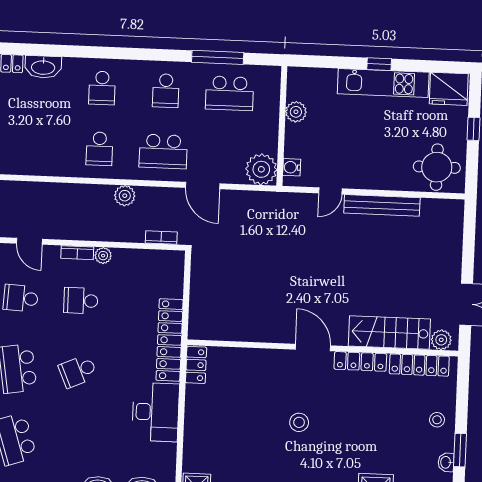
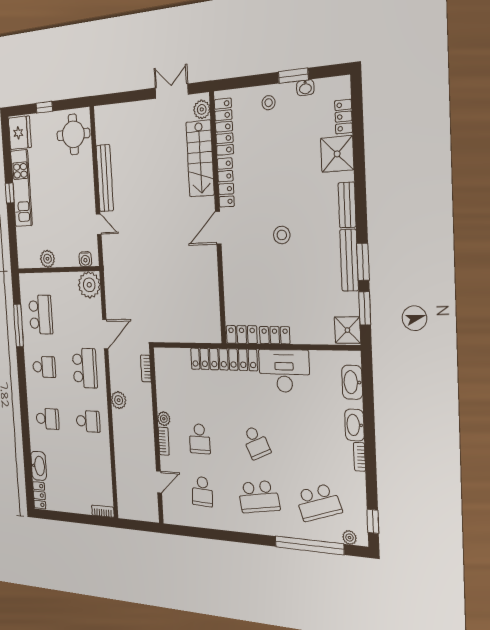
locker: (194, 404) -> (275, 335), added

